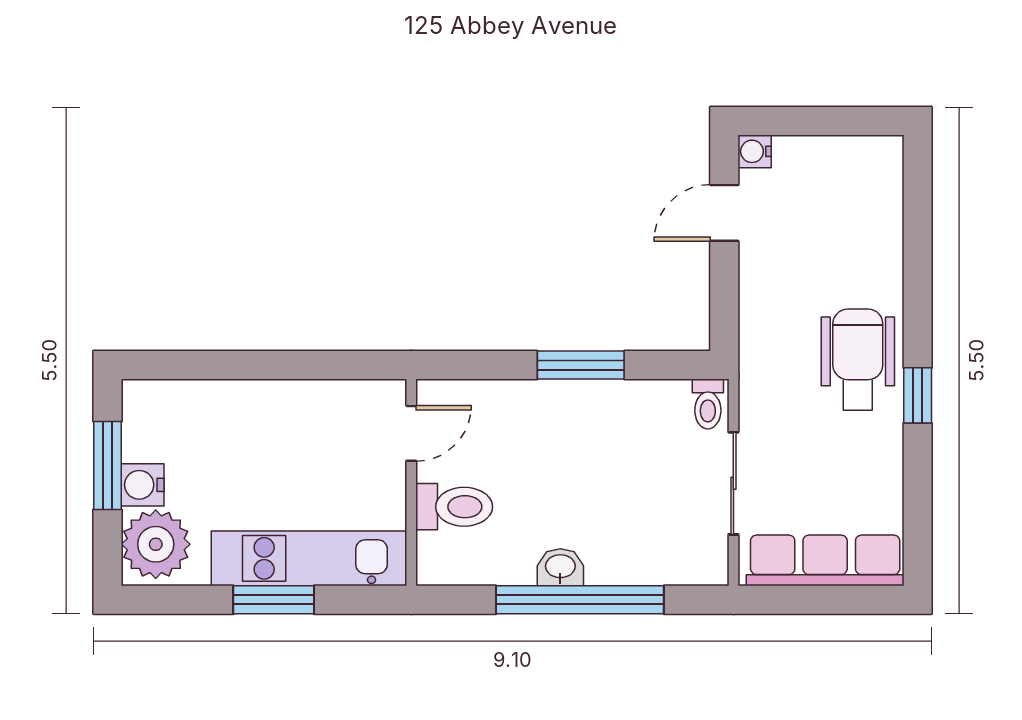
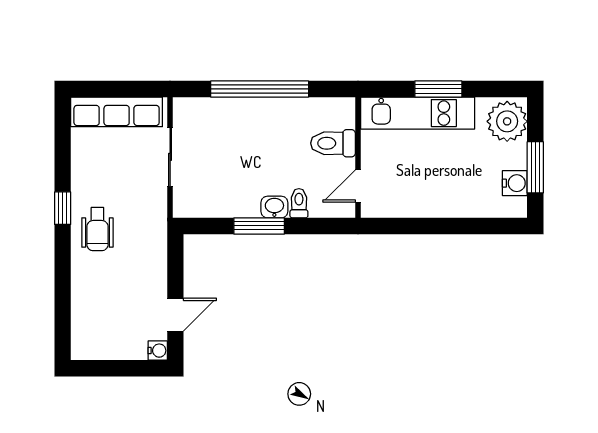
wheelchair: (858, 360) -> (97, 229), width x0.73, depth x0.73
toilet: (708, 404) -> (299, 203), moved
water cooler: (143, 485) -> (515, 183), moved
washbasin: (560, 567) -> (274, 207), moved, turned 180

